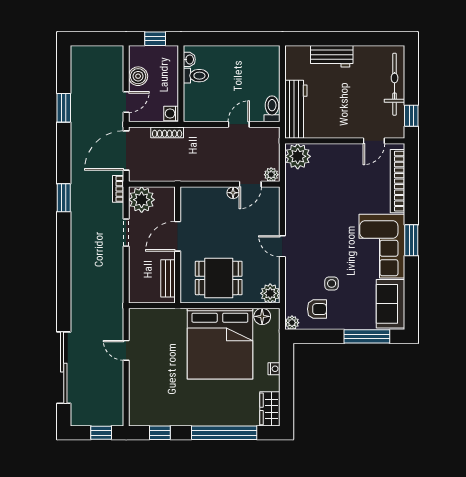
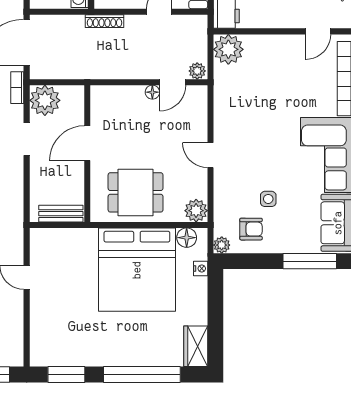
shoe rack: (167, 132) -> (104, 21), moved
bench: (168, 278) -> (61, 214), moved, turned 90
nightstand: (274, 369) -> (201, 268), moved
window: (160, 433) -> (66, 375), width x1.50

